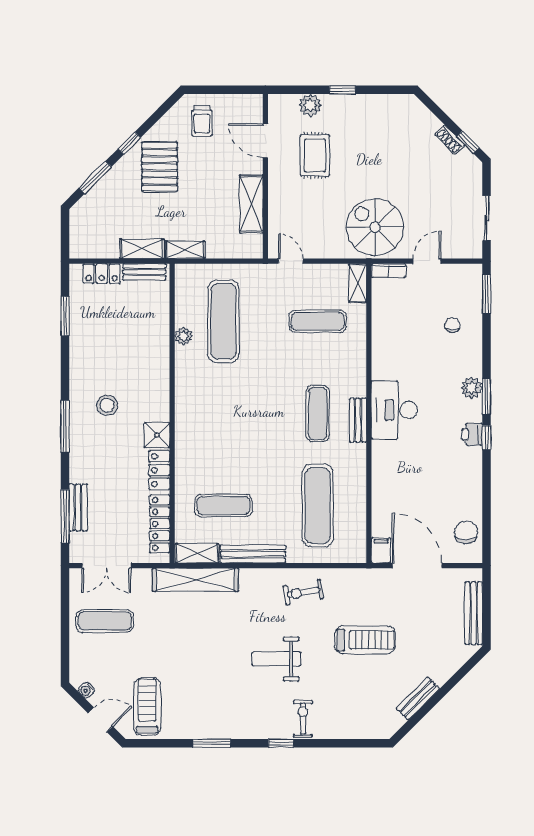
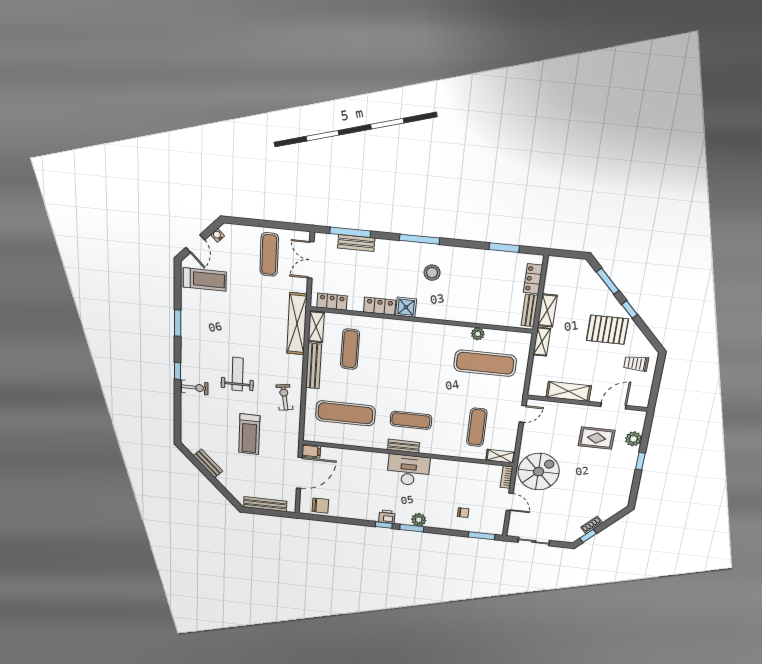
locker: (160, 524) -> (332, 302), width x0.66

